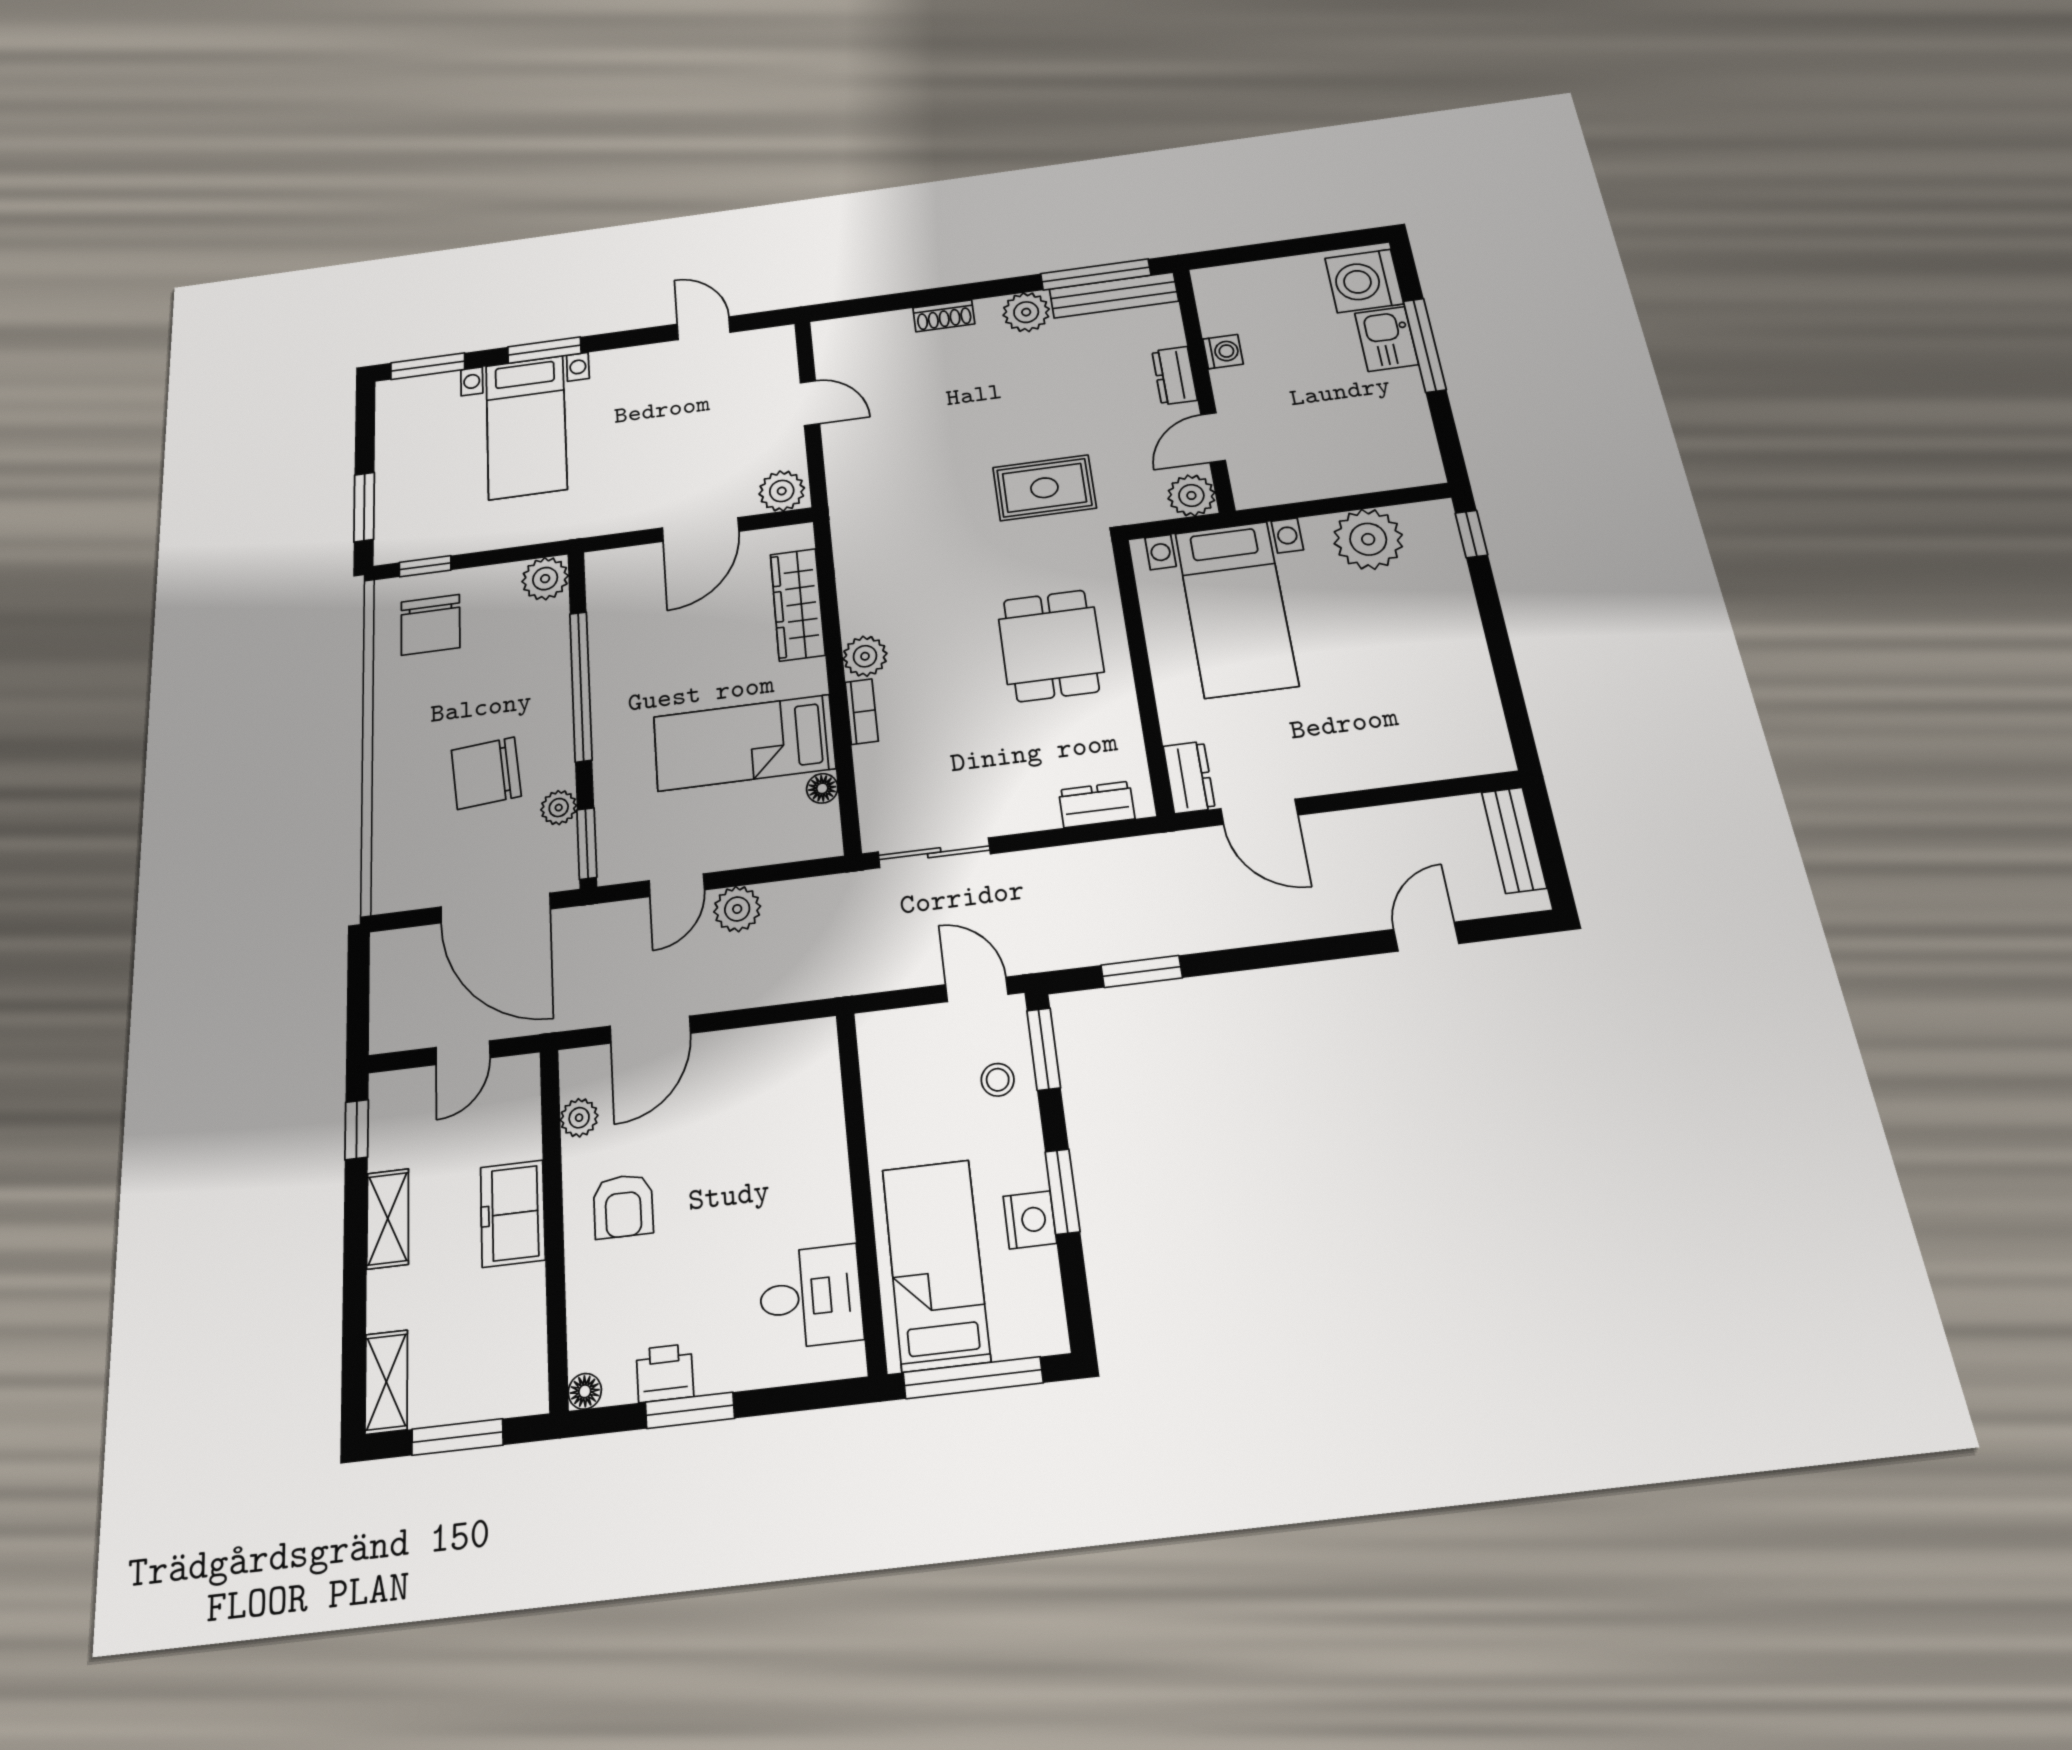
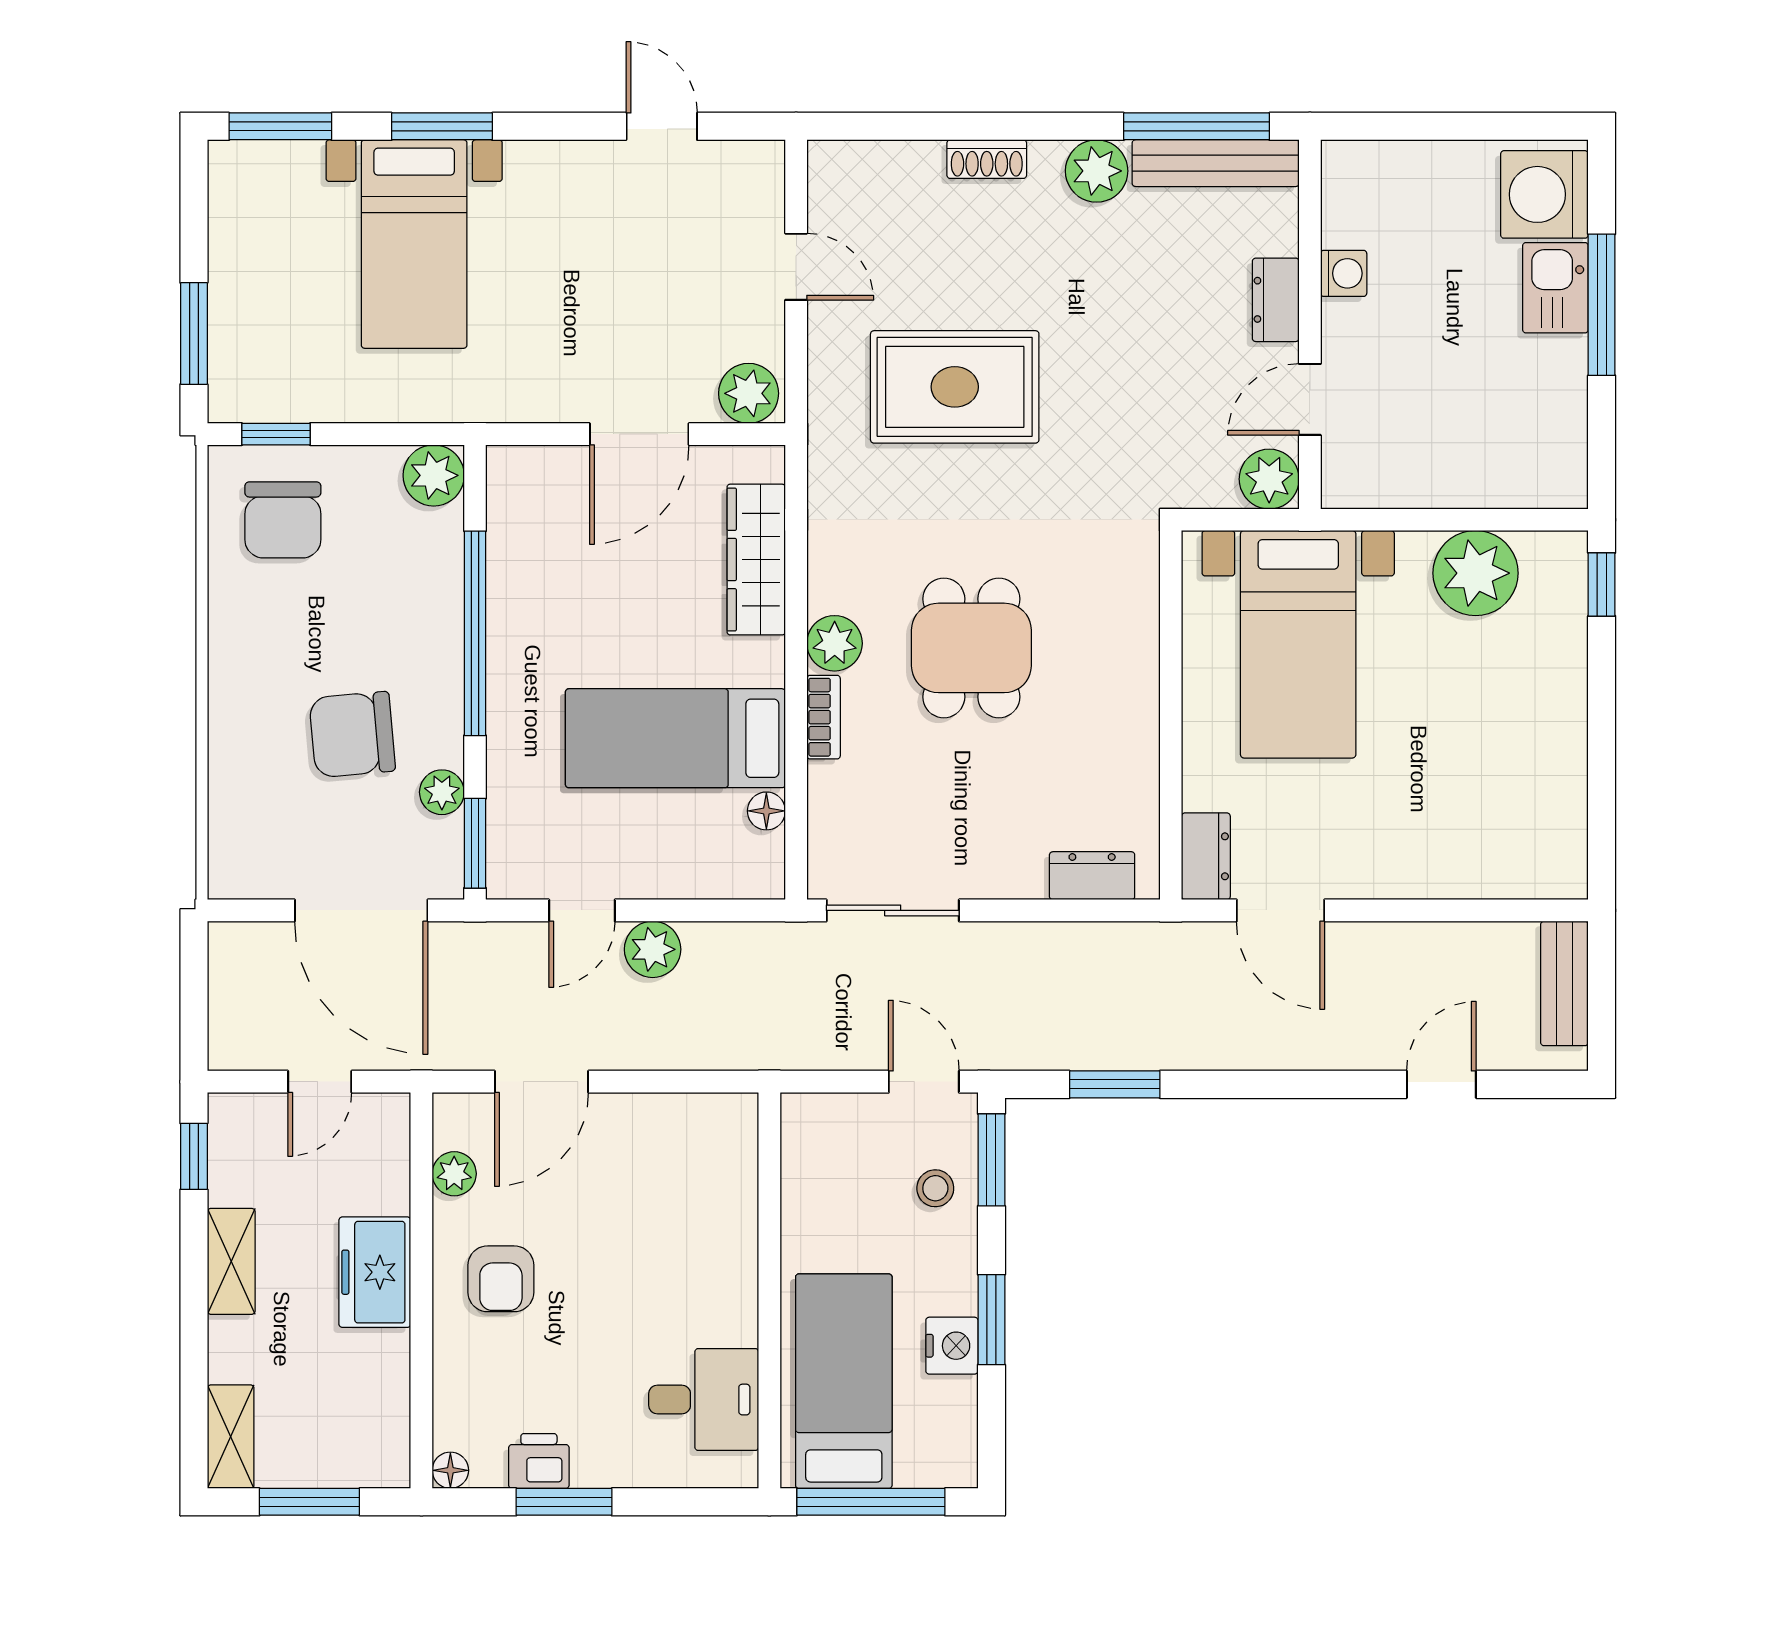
rug: (1044, 488) -> (955, 387), moved, width x1.36, depth x1.43
dining table: (1051, 646) -> (971, 648), moved

